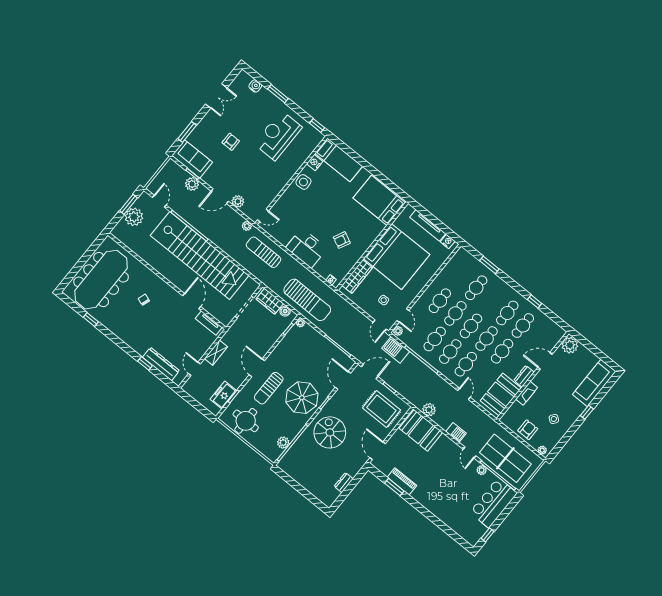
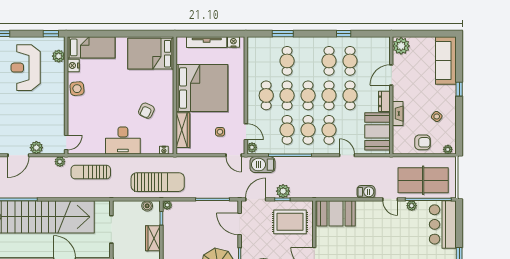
plant: (309, 147) -> (59, 56), added
wardrobe: (270, 301) -> (153, 238), moved, turned 90
plant: (429, 410) -> (283, 191), moved
armchair: (528, 430) -> (422, 142), turned 90

